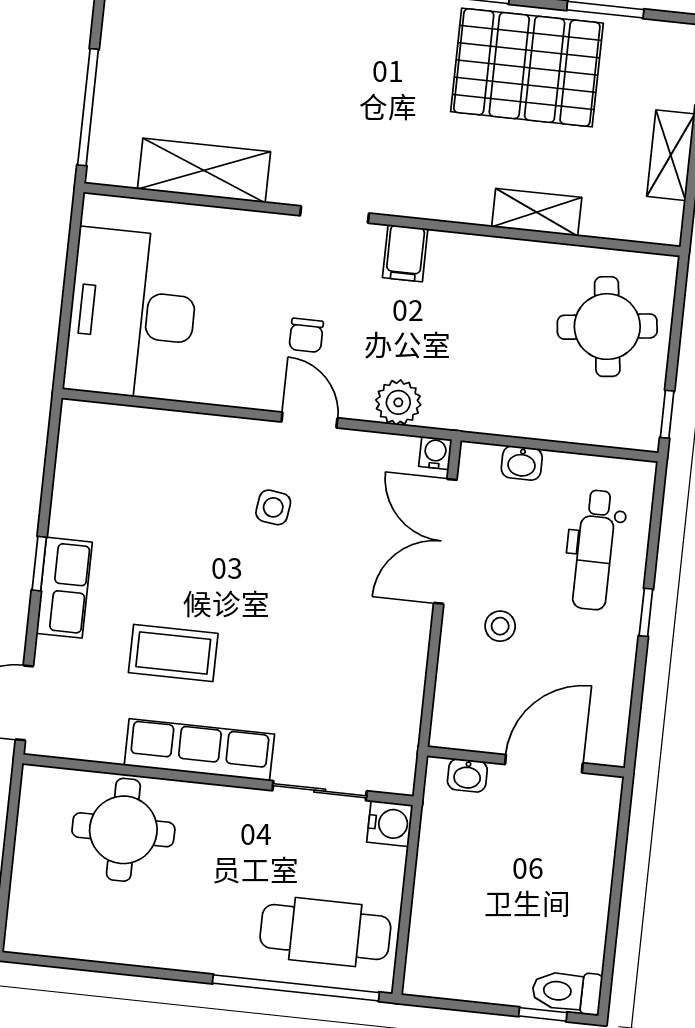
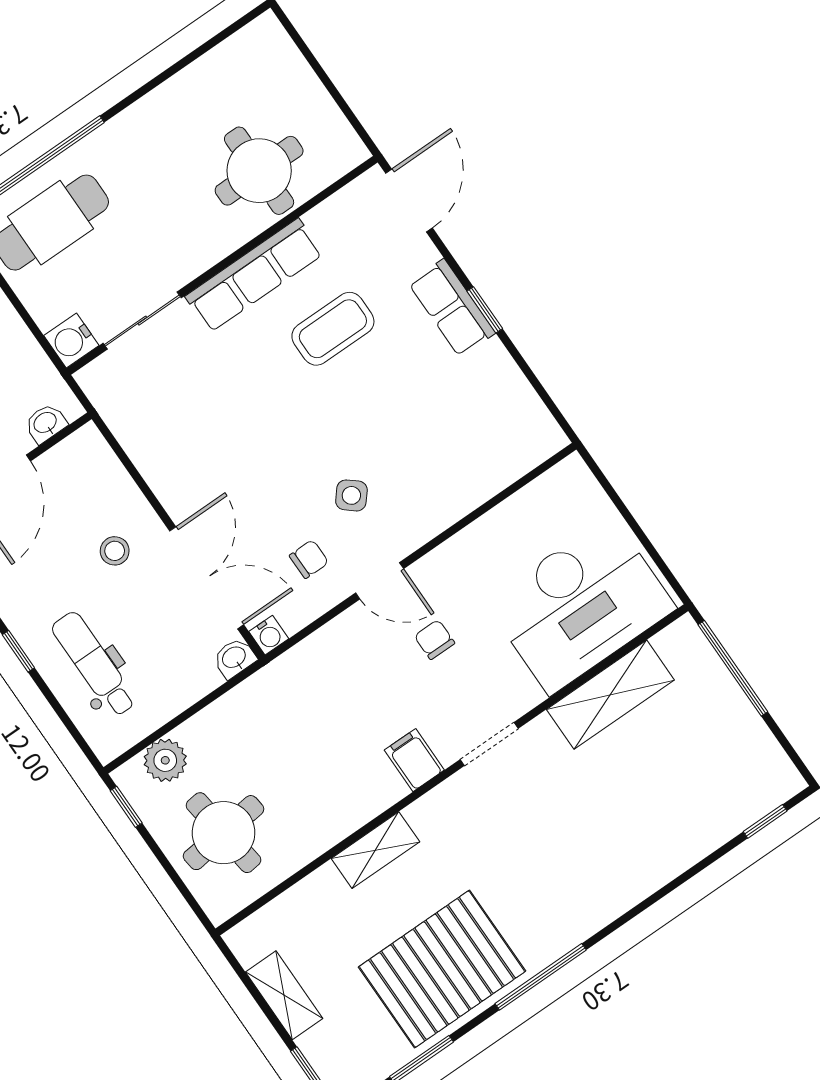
shelving: (537, 212) -> (375, 850), moved
desk: (132, 314) -> (580, 605), moved, turned 90
plant: (398, 402) -> (165, 760), moved
washbasin: (522, 463) -> (234, 658), moved
chair: (351, 486) -> (309, 559), added
side table: (273, 507) -> (351, 495), turned 32

